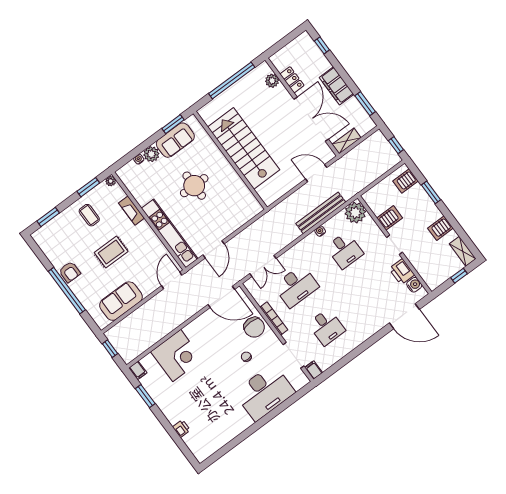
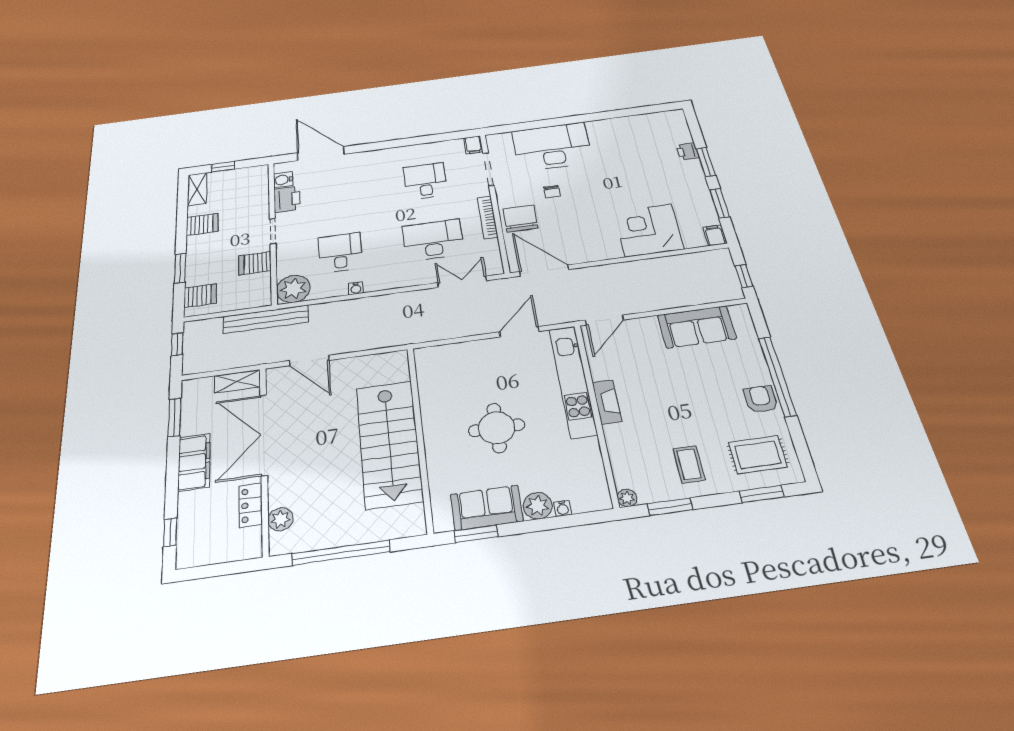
fireplace: (132, 210) -> (607, 402), moved
bench: (321, 213) -> (266, 319), moved
rug: (111, 252) -> (758, 455), moved
window: (167, 425) -> (706, 162), added

